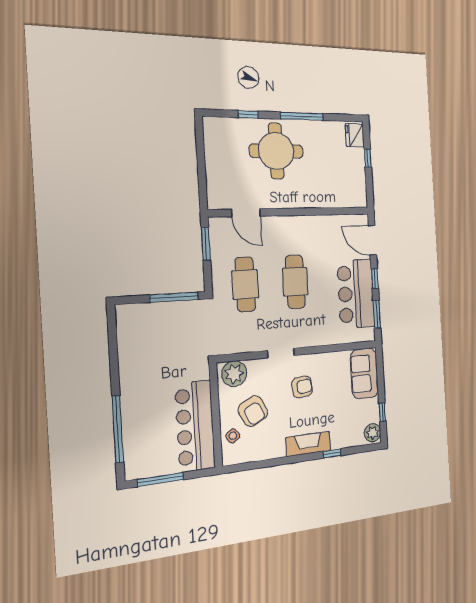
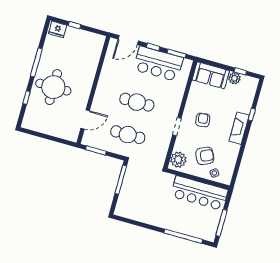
plant: (373, 433) -> (234, 78), moved

